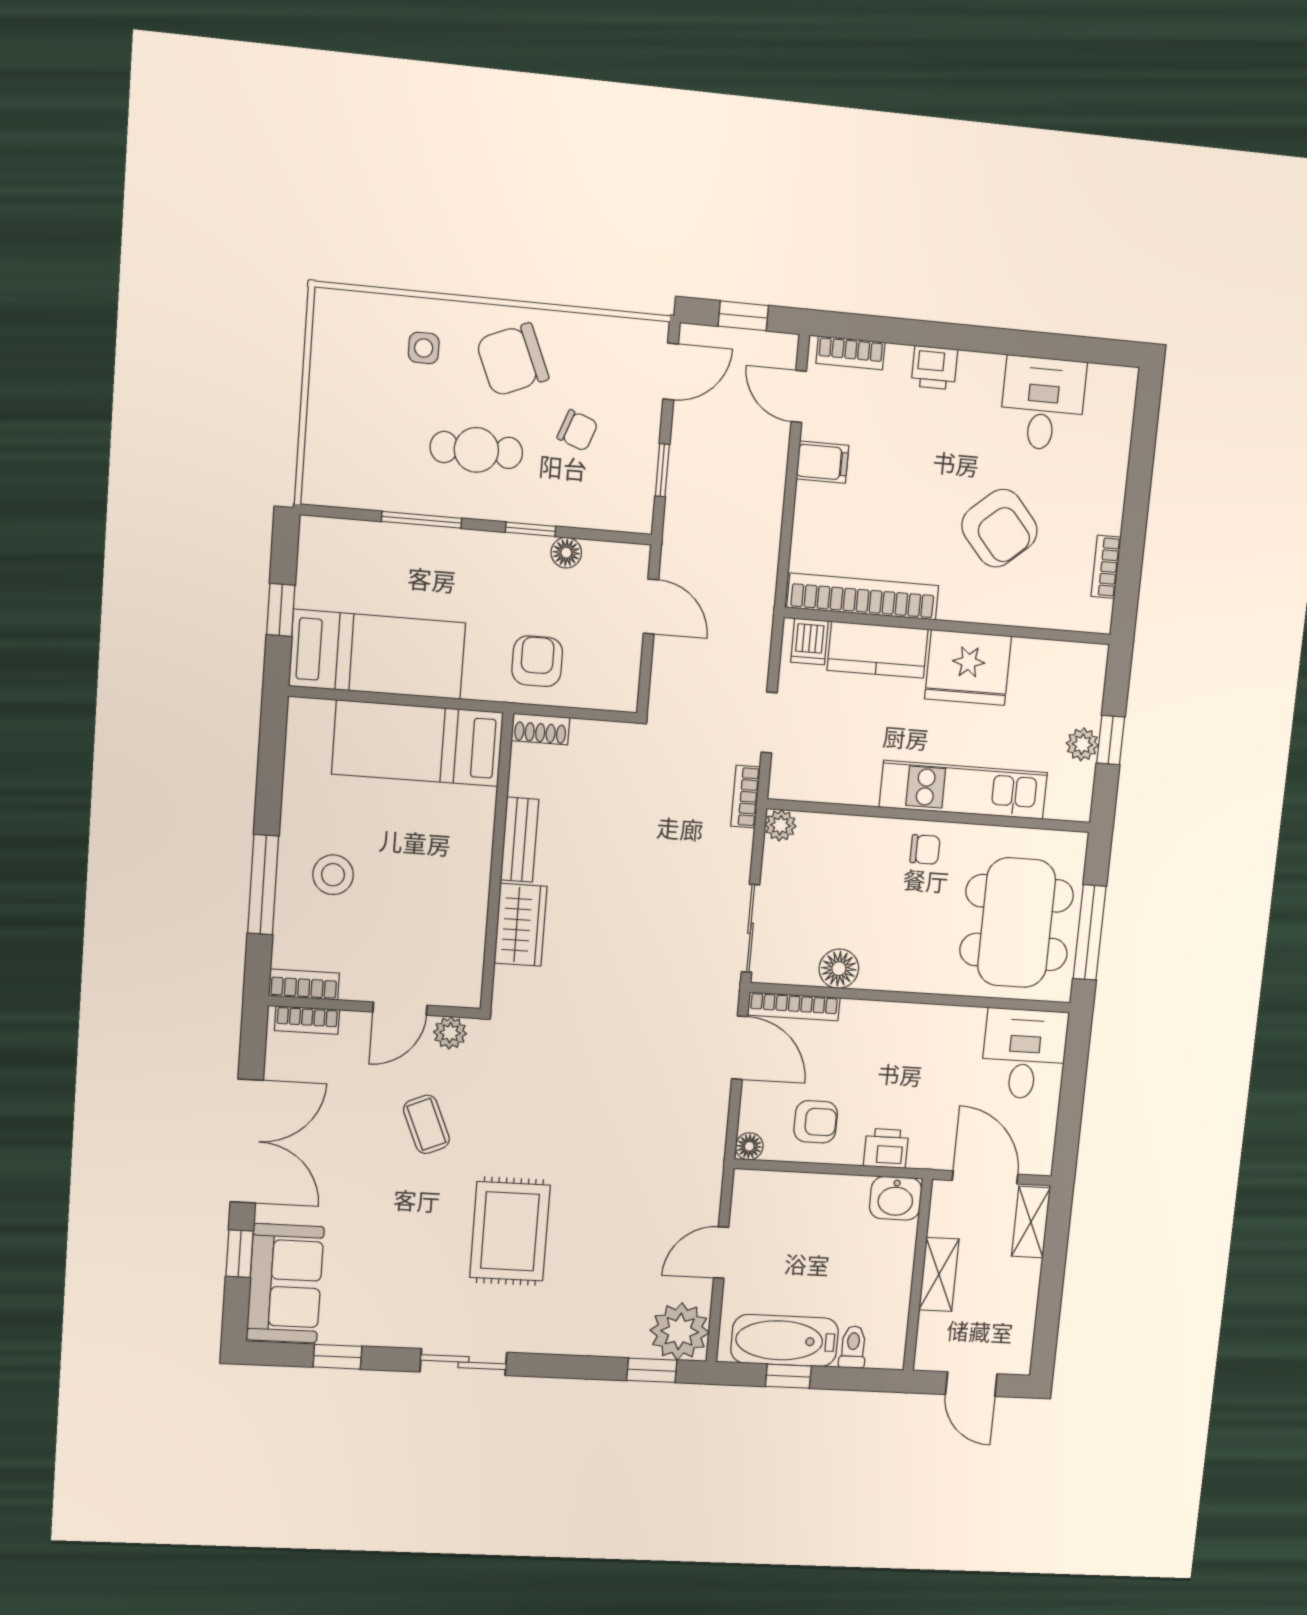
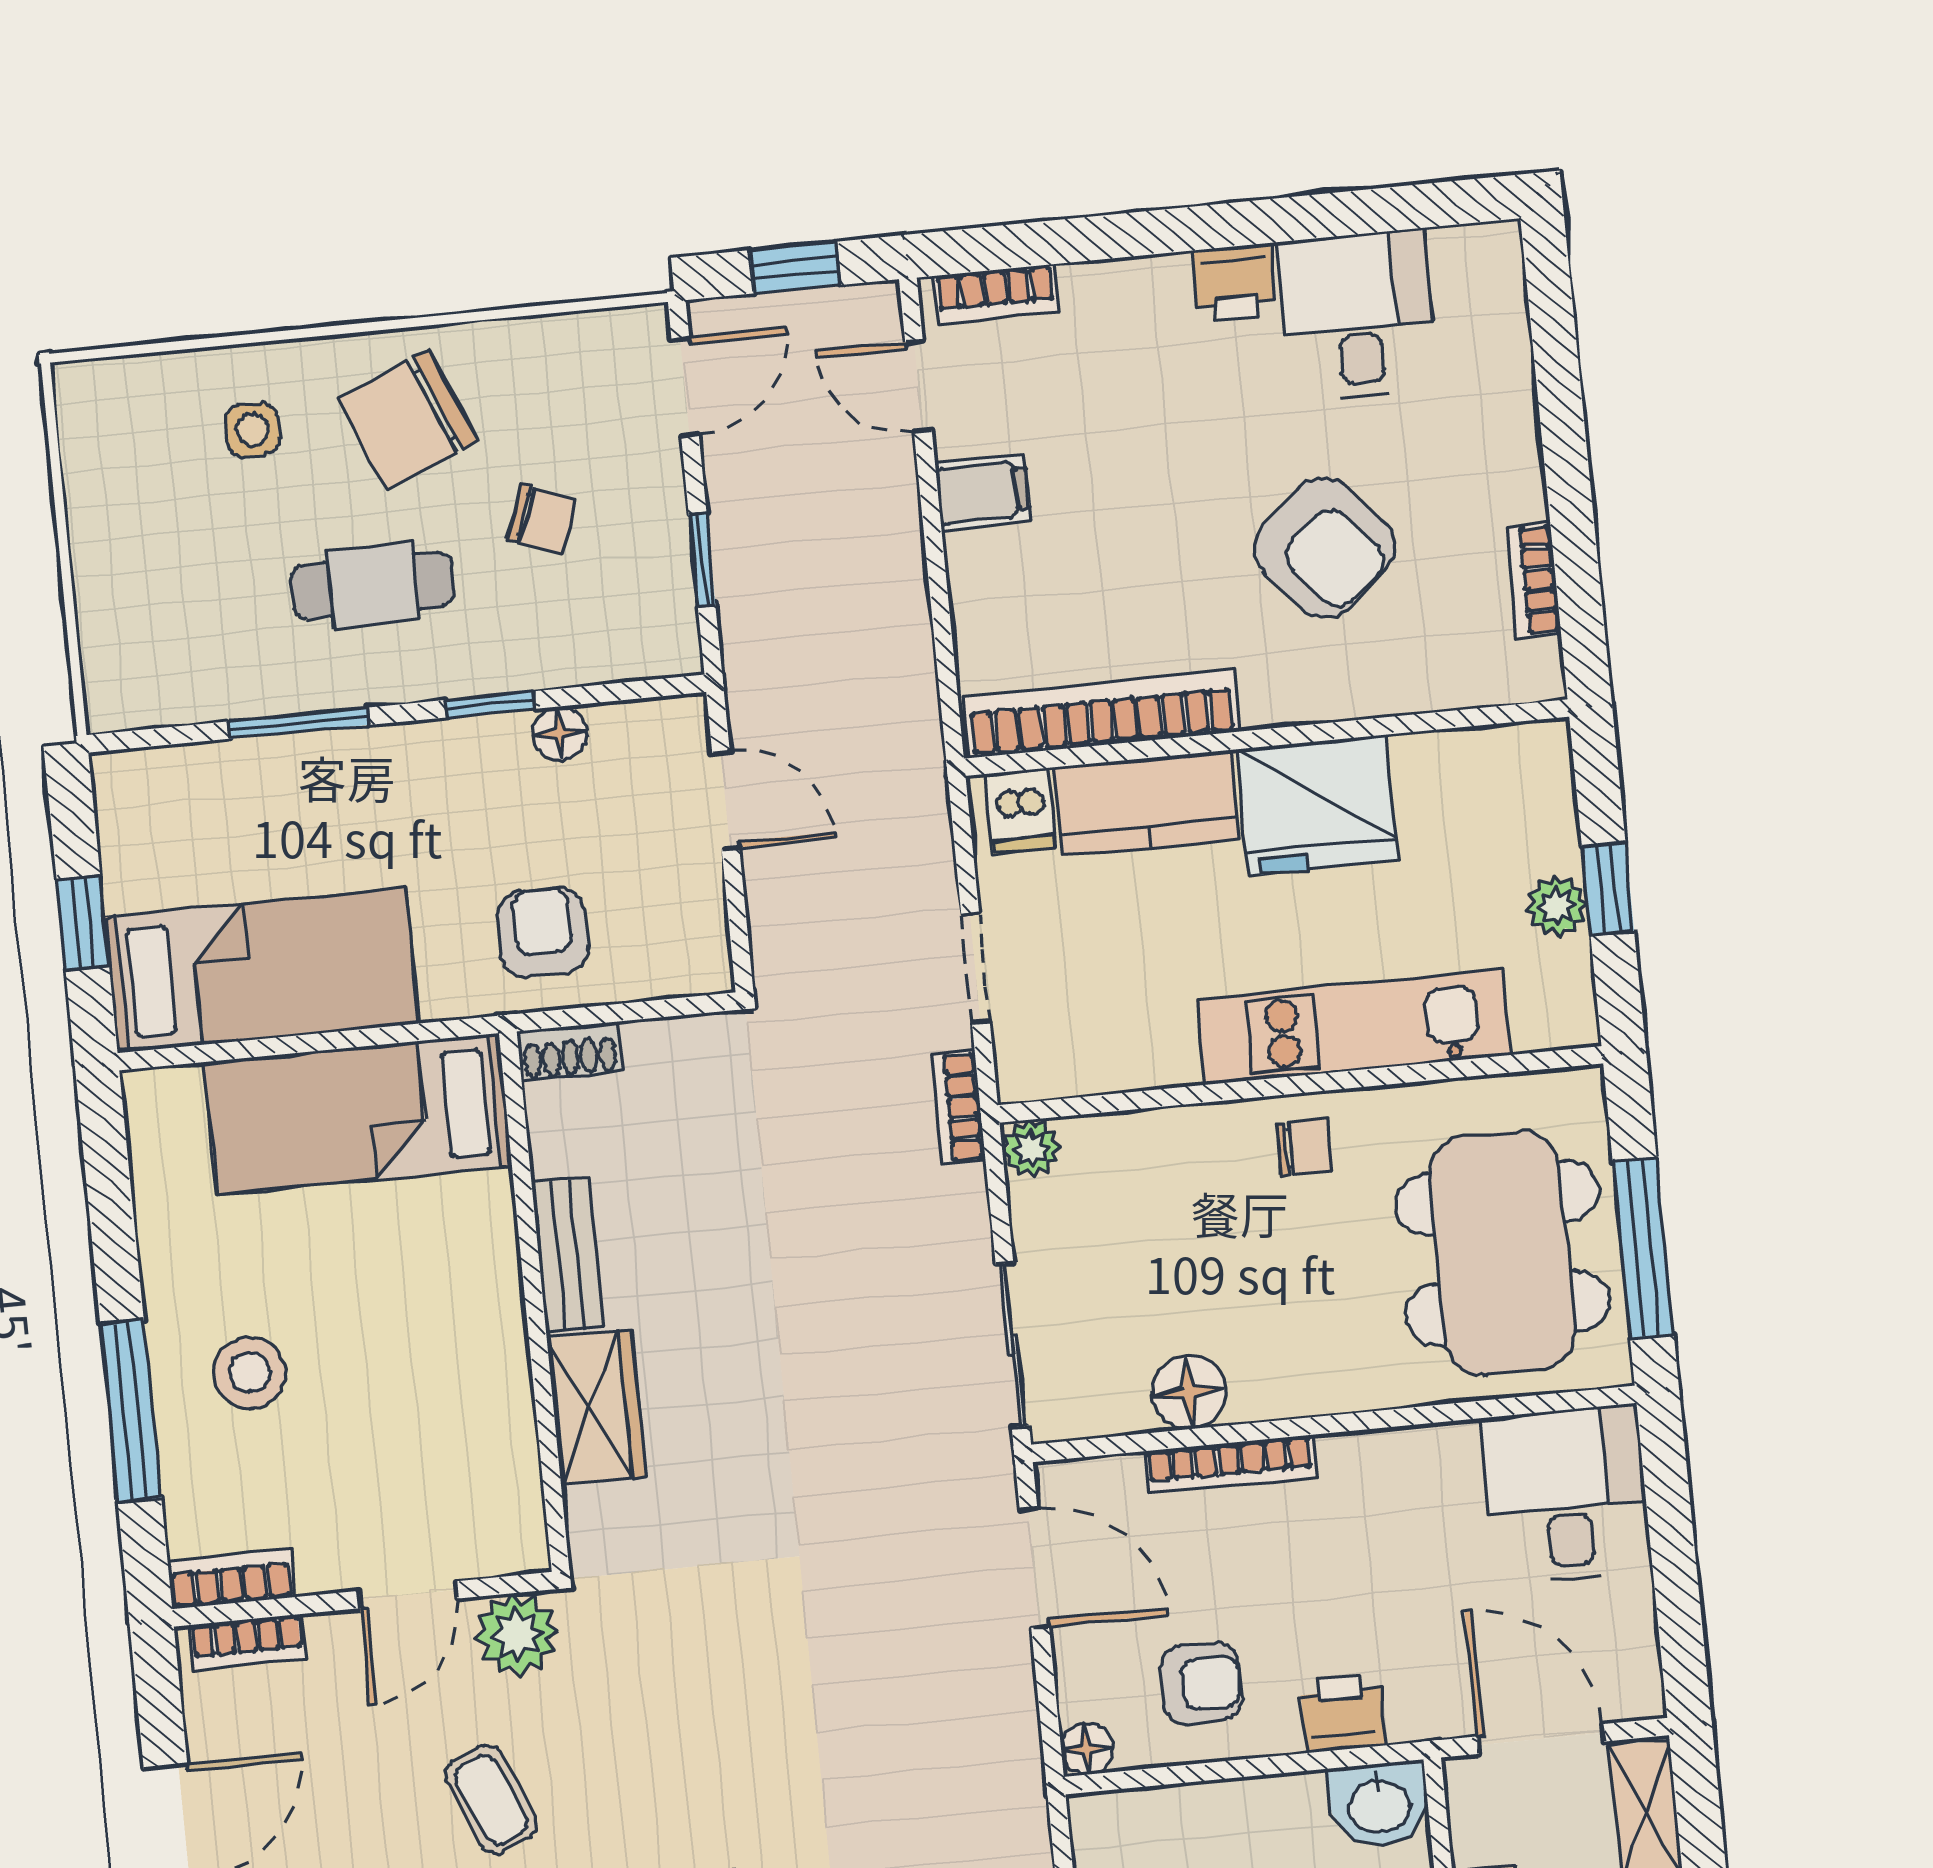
printer: (934, 368) -> (1234, 282), moved
bookcase: (794, 1006) -> (1230, 1465), moved
plant: (450, 1033) -> (517, 1635), width x1.38, depth x1.38

